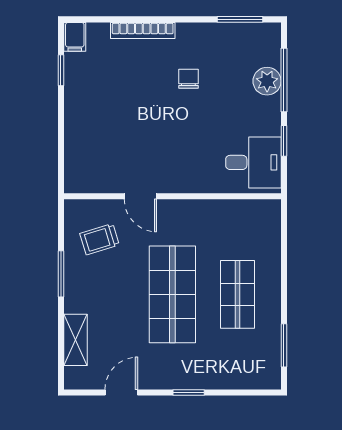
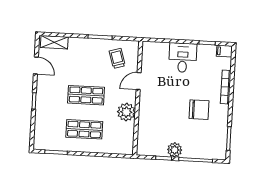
chair: (188, 79) -> (199, 110), width x1.87, depth x1.87
plant: (267, 81) -> (175, 150), moved
desk: (253, 162) -> (183, 58), moved, turned 180
plant: (200, 216) -> (126, 112), added
shop shelf: (172, 294) -> (86, 95), width x0.70, depth x0.74
shelving: (76, 340) -> (54, 42), moved

